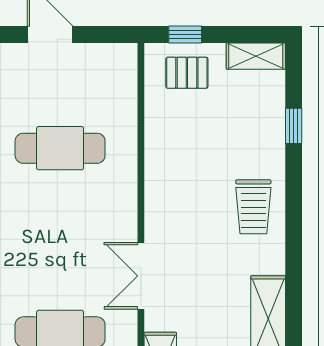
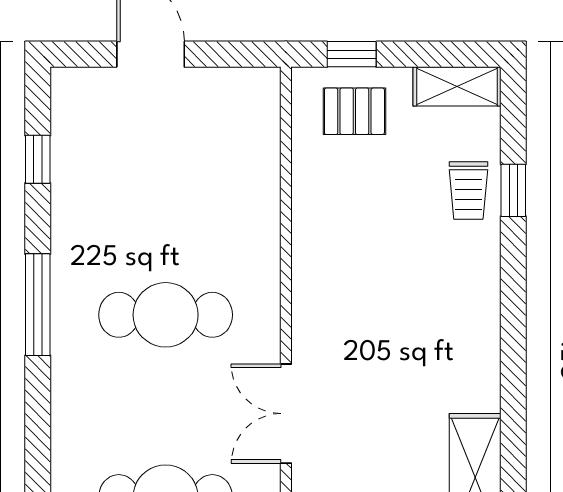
cafe table: (60, 148) -> (166, 315), moved
trolley: (253, 207) -> (468, 191), moved, width x0.73, depth x0.72

